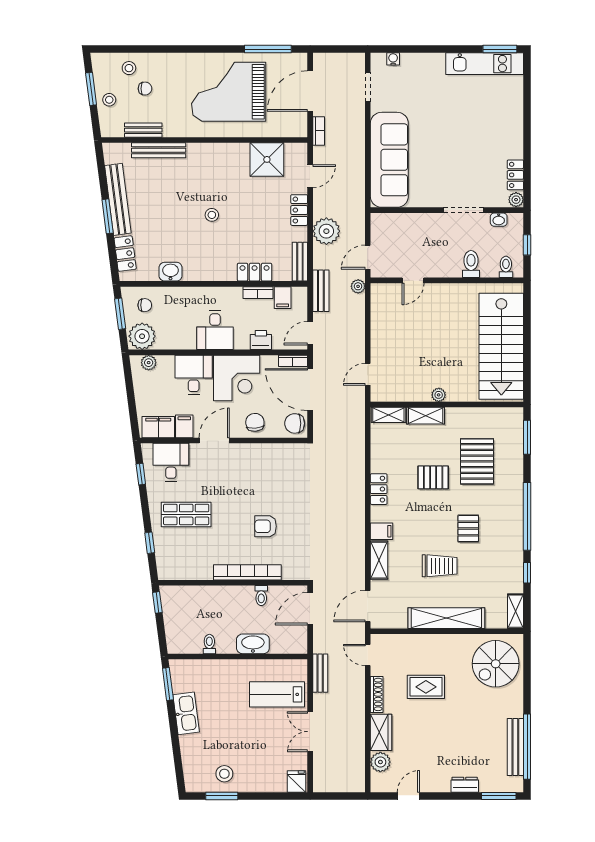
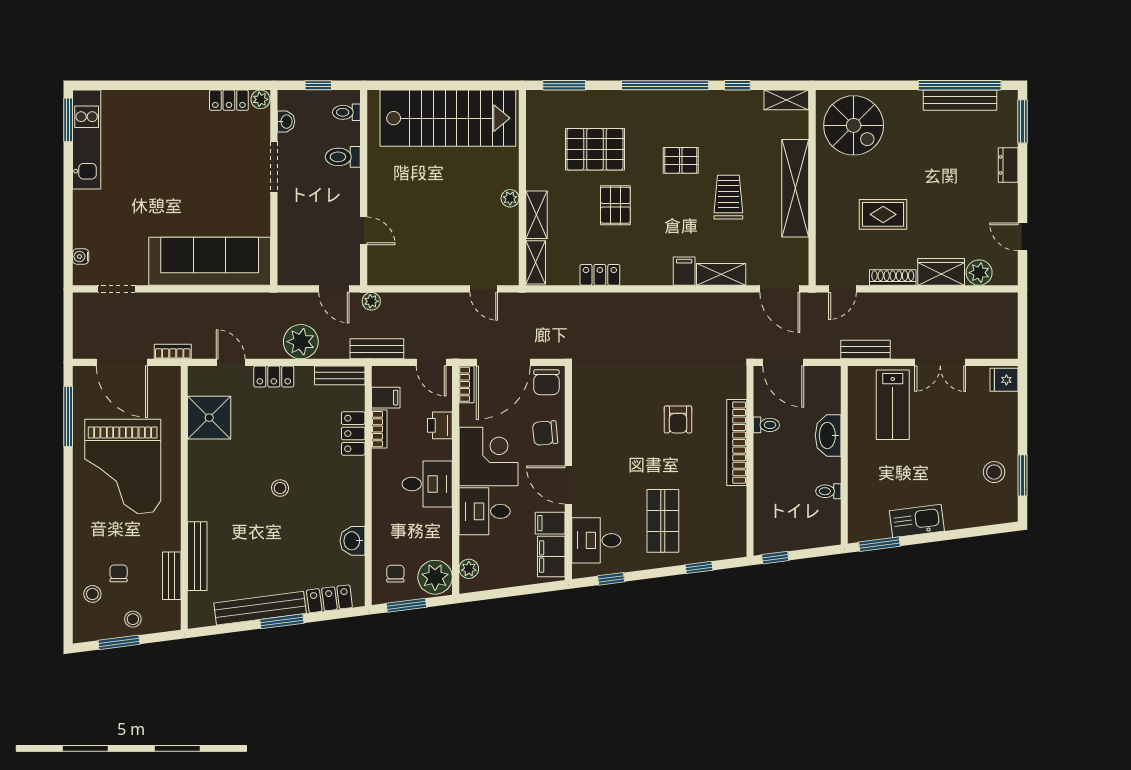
locker: (379, 489) -> (600, 275), moved
rug: (426, 687) -> (883, 214), turned 90

